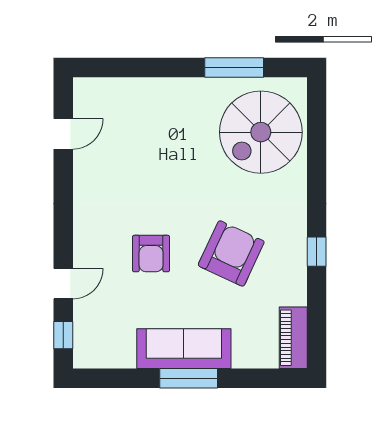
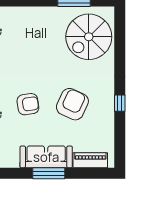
armchair: (151, 254) -> (28, 104), turned -98
piano: (293, 338) -> (90, 160), moved, turned 90

